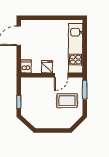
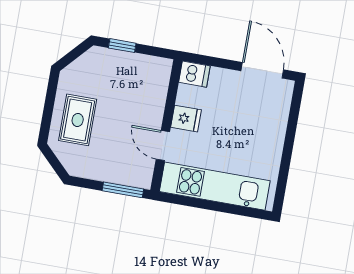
rug: (67, 101) -> (78, 120), moved

